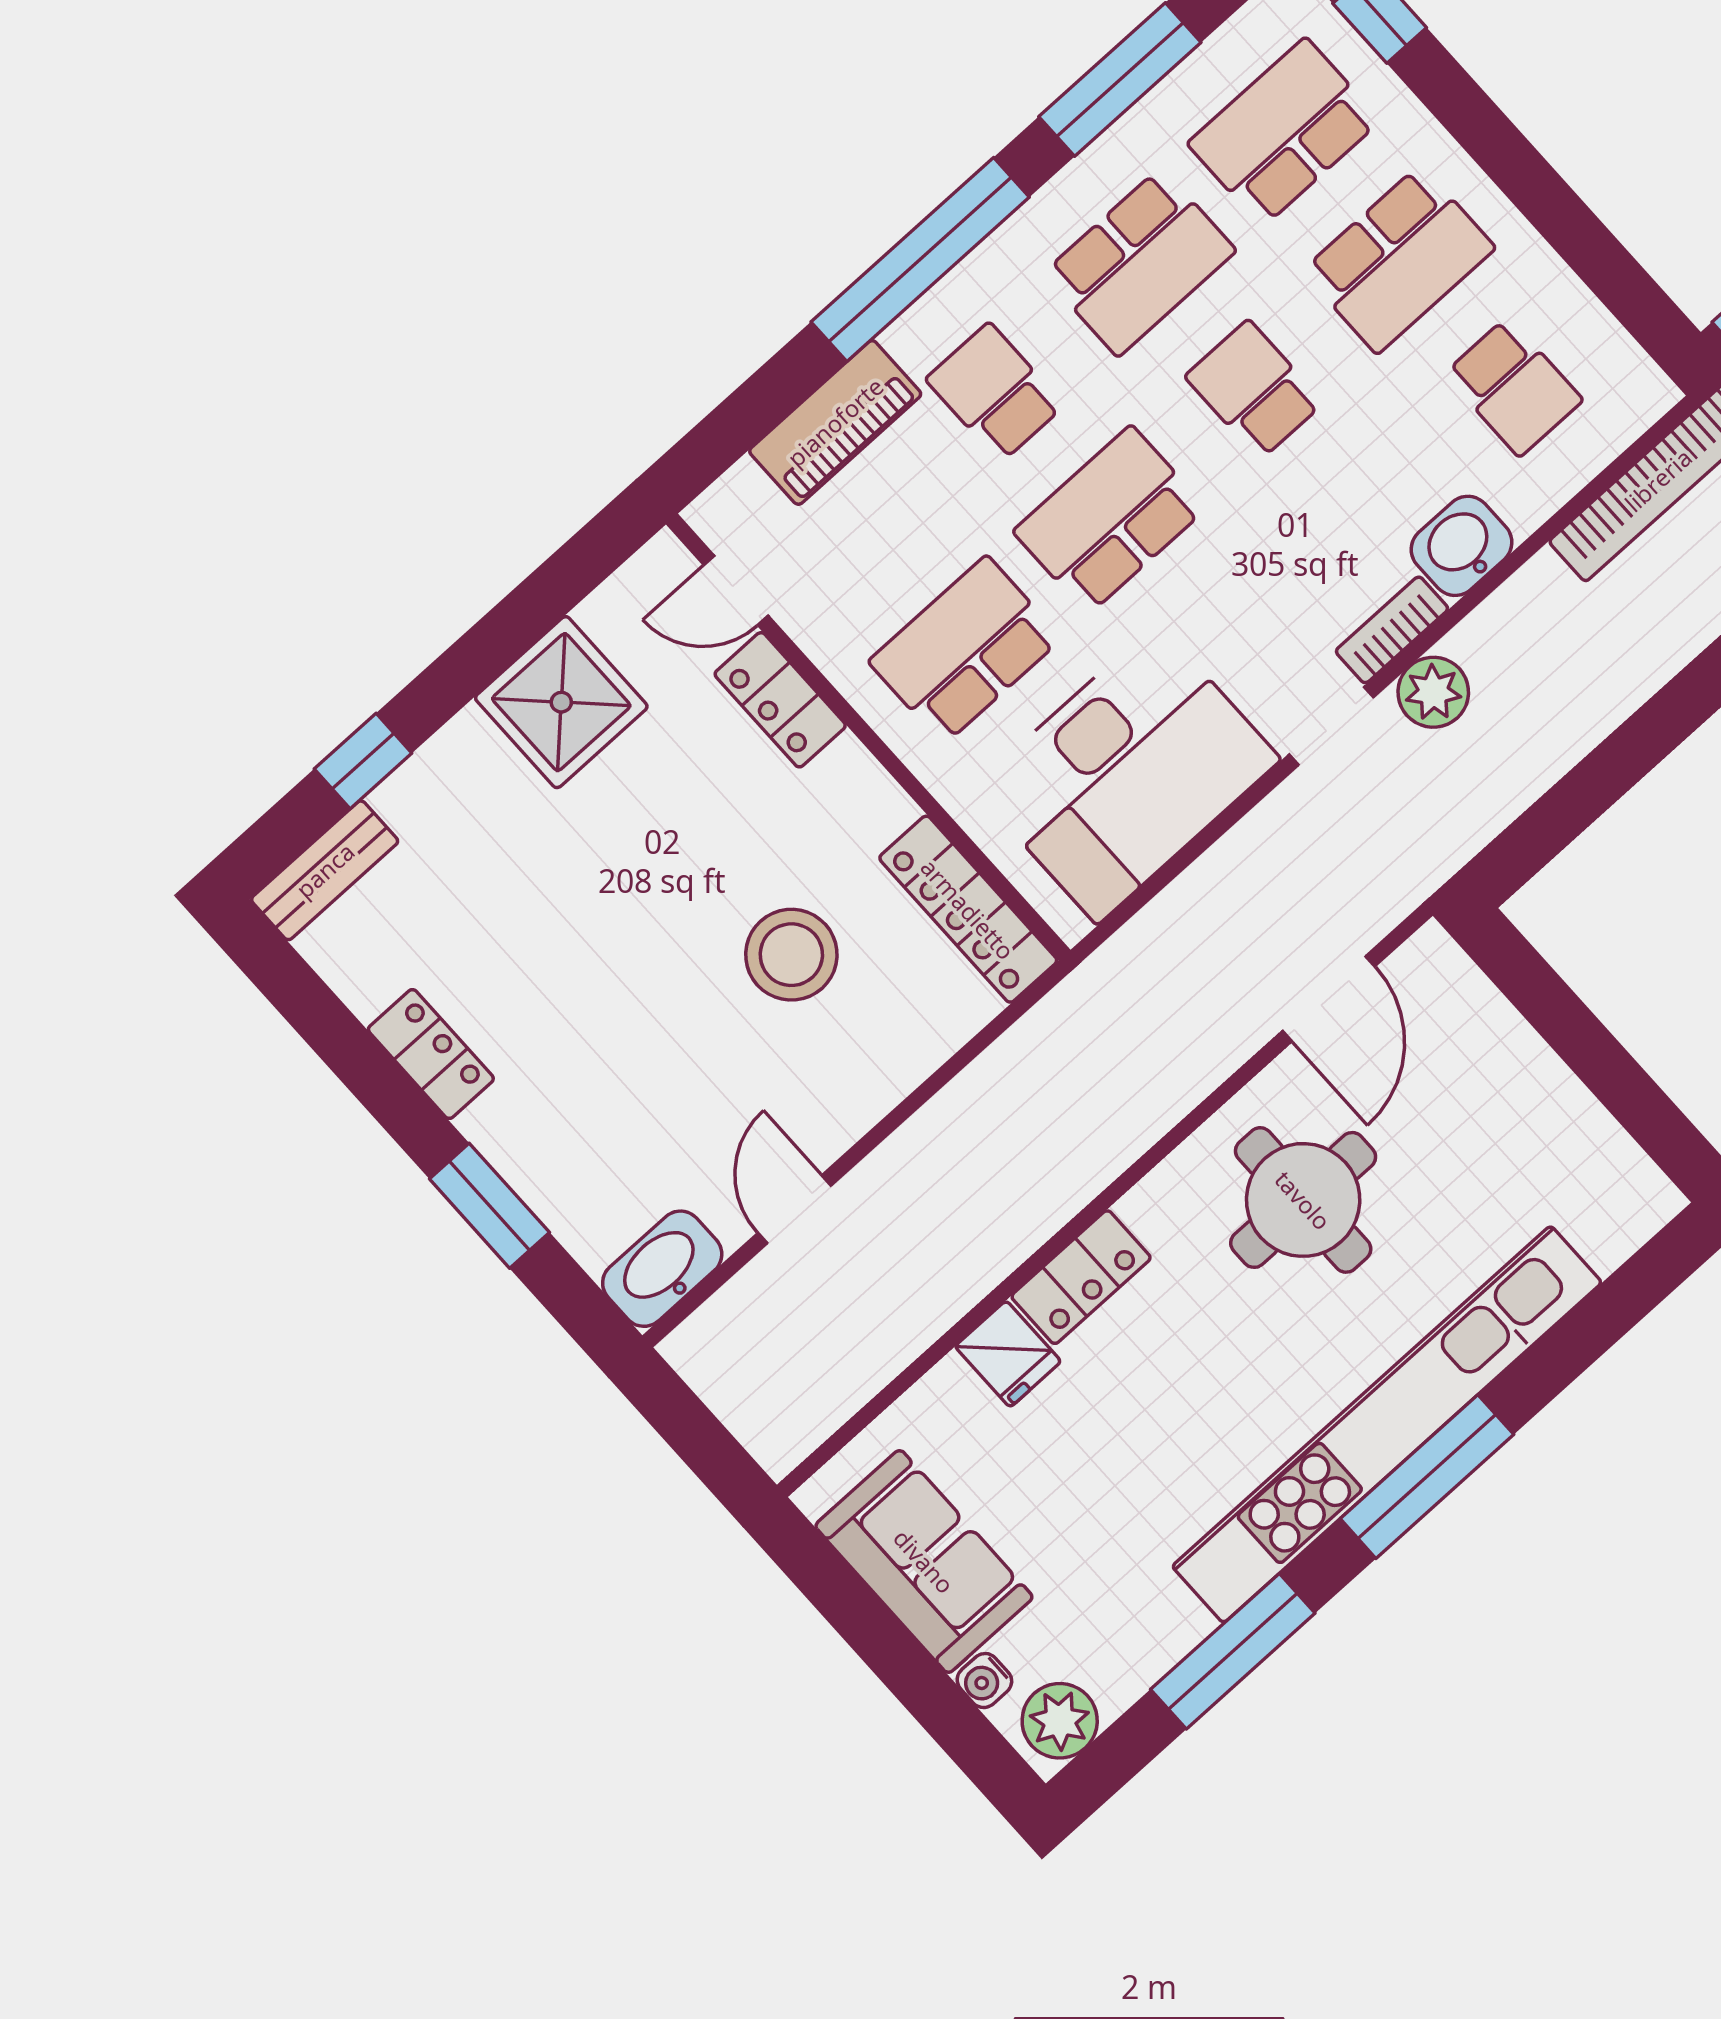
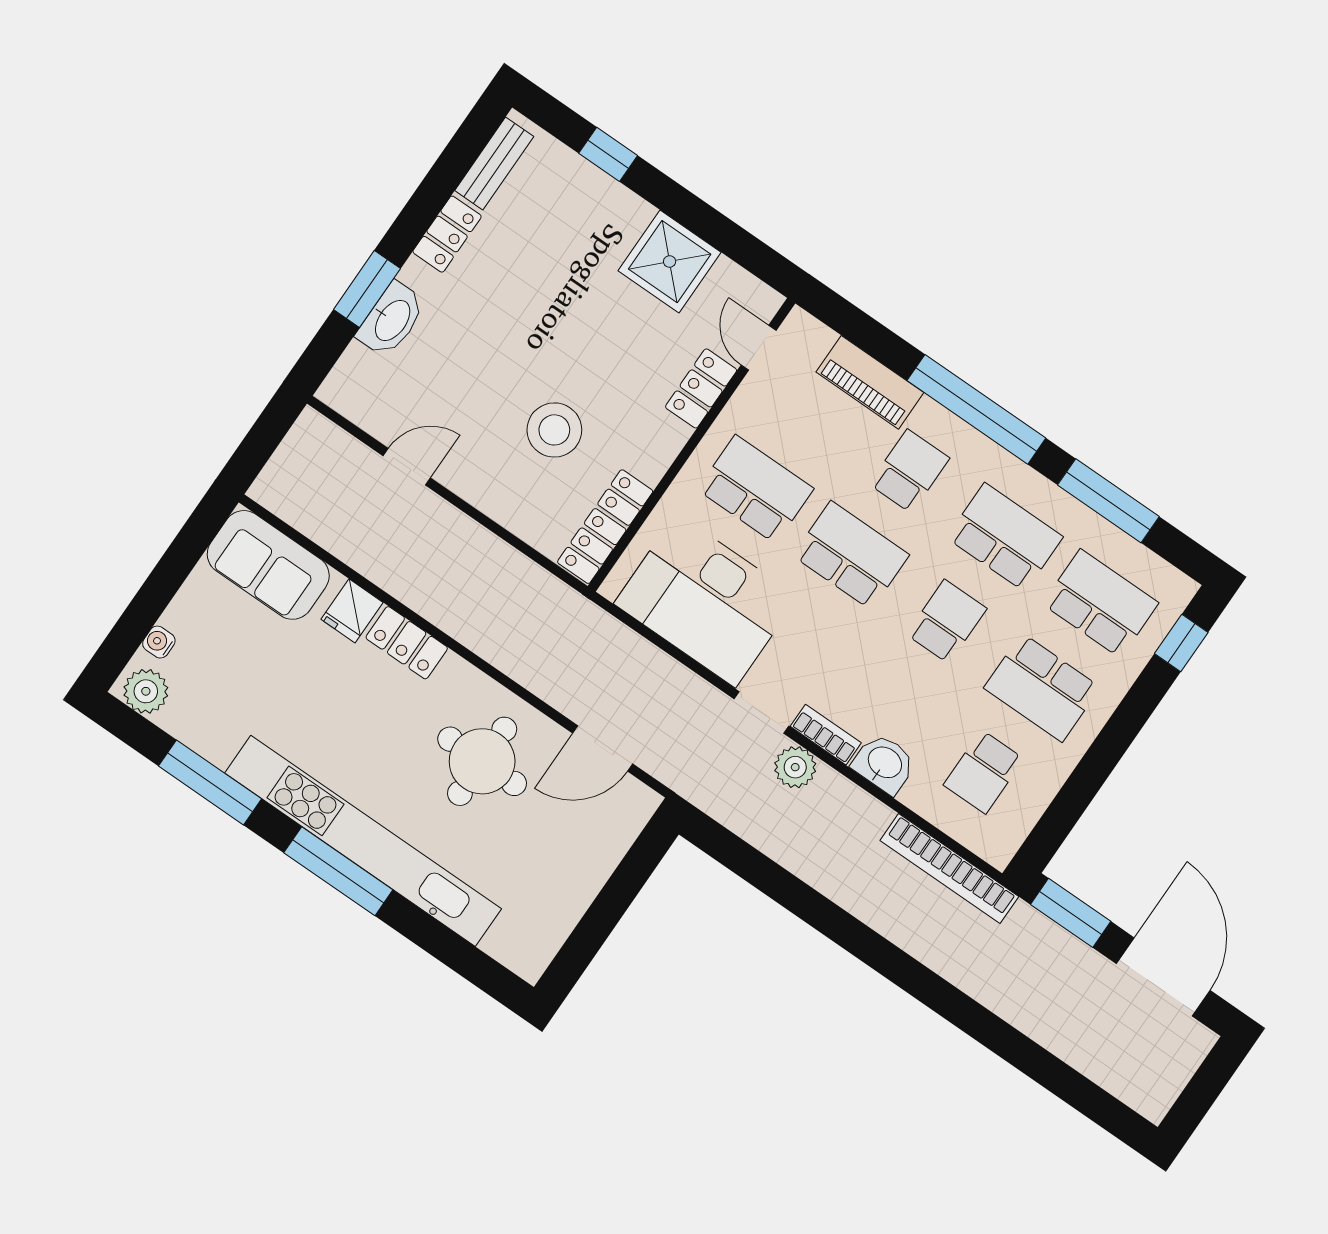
school desk: (1139, 262) -> (1005, 537), turned 180
bench: (325, 870) -> (494, 163), moved, turned 90
washbasin: (662, 1269) -> (392, 320), moved, turned 90
sofa: (924, 1561) -> (268, 565), moved, turned 90

